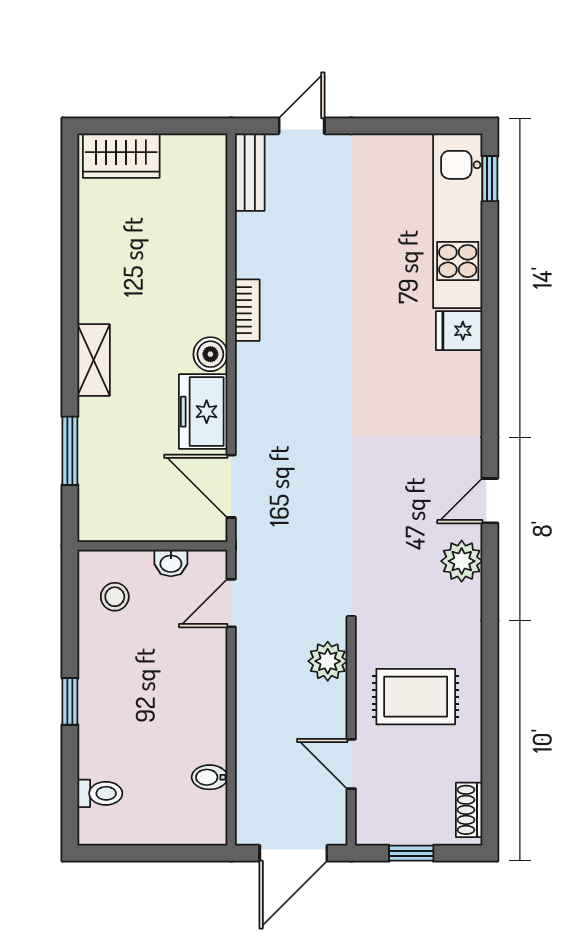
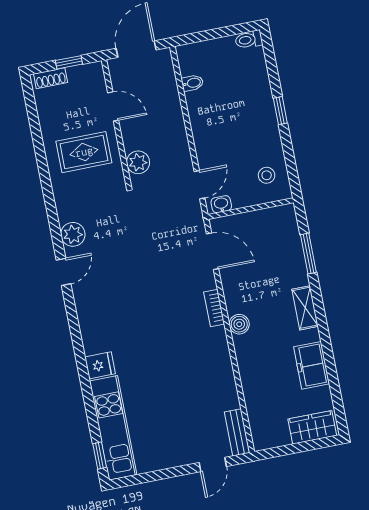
bookcase: (247, 310) -> (214, 308), moved
freezer: (203, 412) -> (312, 365), moved, turned 180
washbasin: (171, 563) -> (221, 204), moved
toilet: (100, 793) -> (249, 40), moved
shoe rack: (469, 810) -> (51, 78), moved, turned 90

